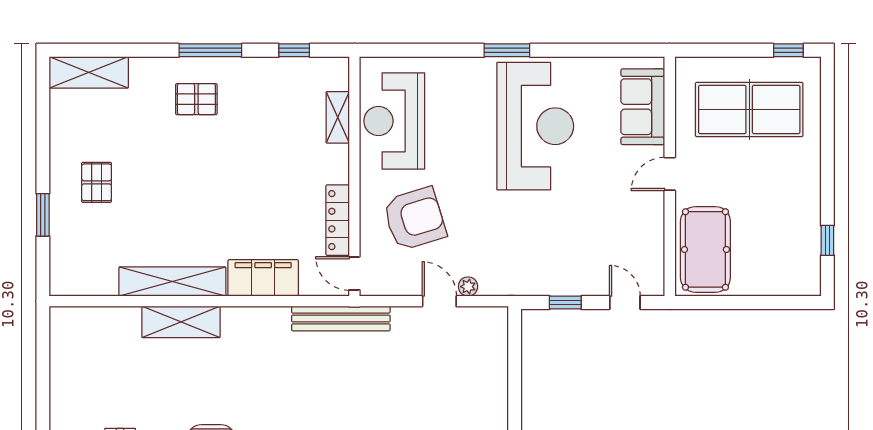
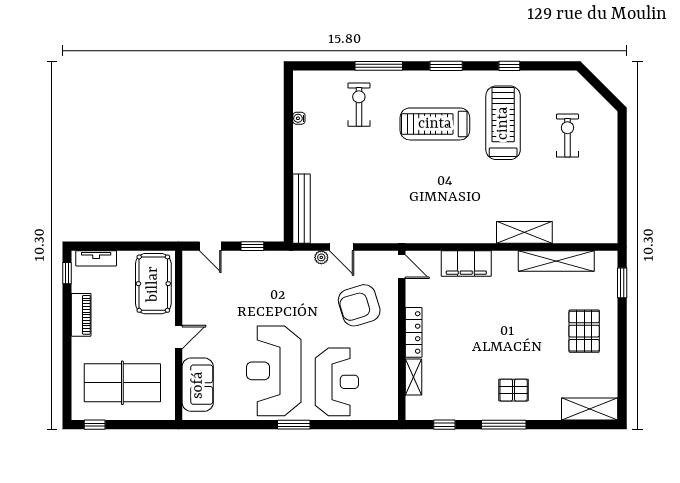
reception desk: (394, 121) -> (337, 382), moved
pallet: (97, 182) -> (584, 331), width x1.50, depth x1.42
piano: (807, 205) -> (81, 315), added
window: (43, 215) -> (622, 283), moved
locker: (338, 220) -> (414, 332), moved
window: (827, 240) -> (67, 273), moved
shelving: (172, 282) -> (556, 261), moved
tv unit: (786, 285) -> (96, 258), added
bench: (341, 319) -> (301, 209), moved, turned 90

